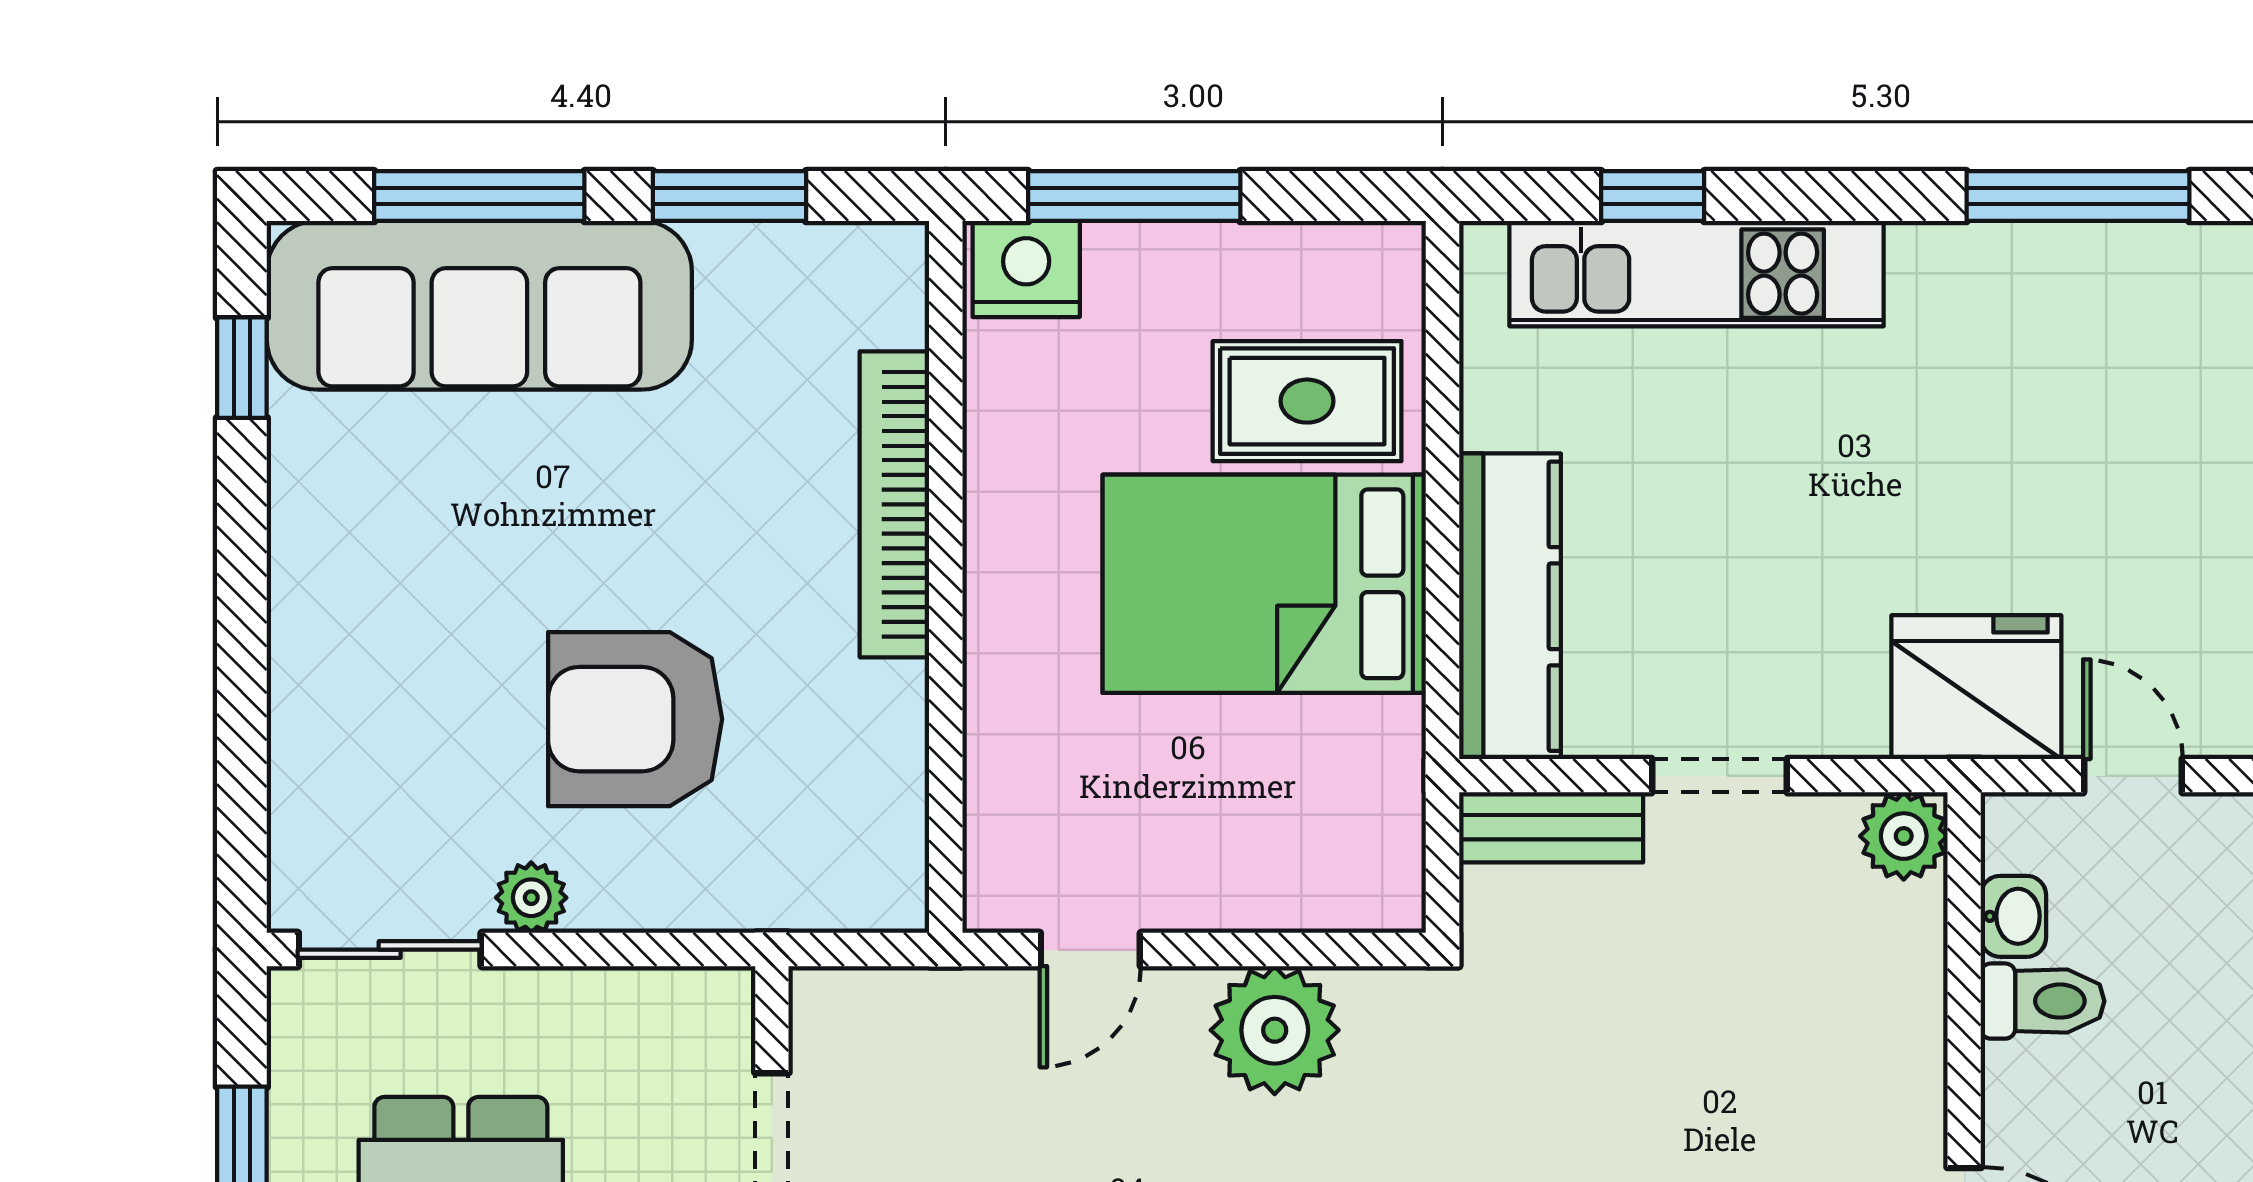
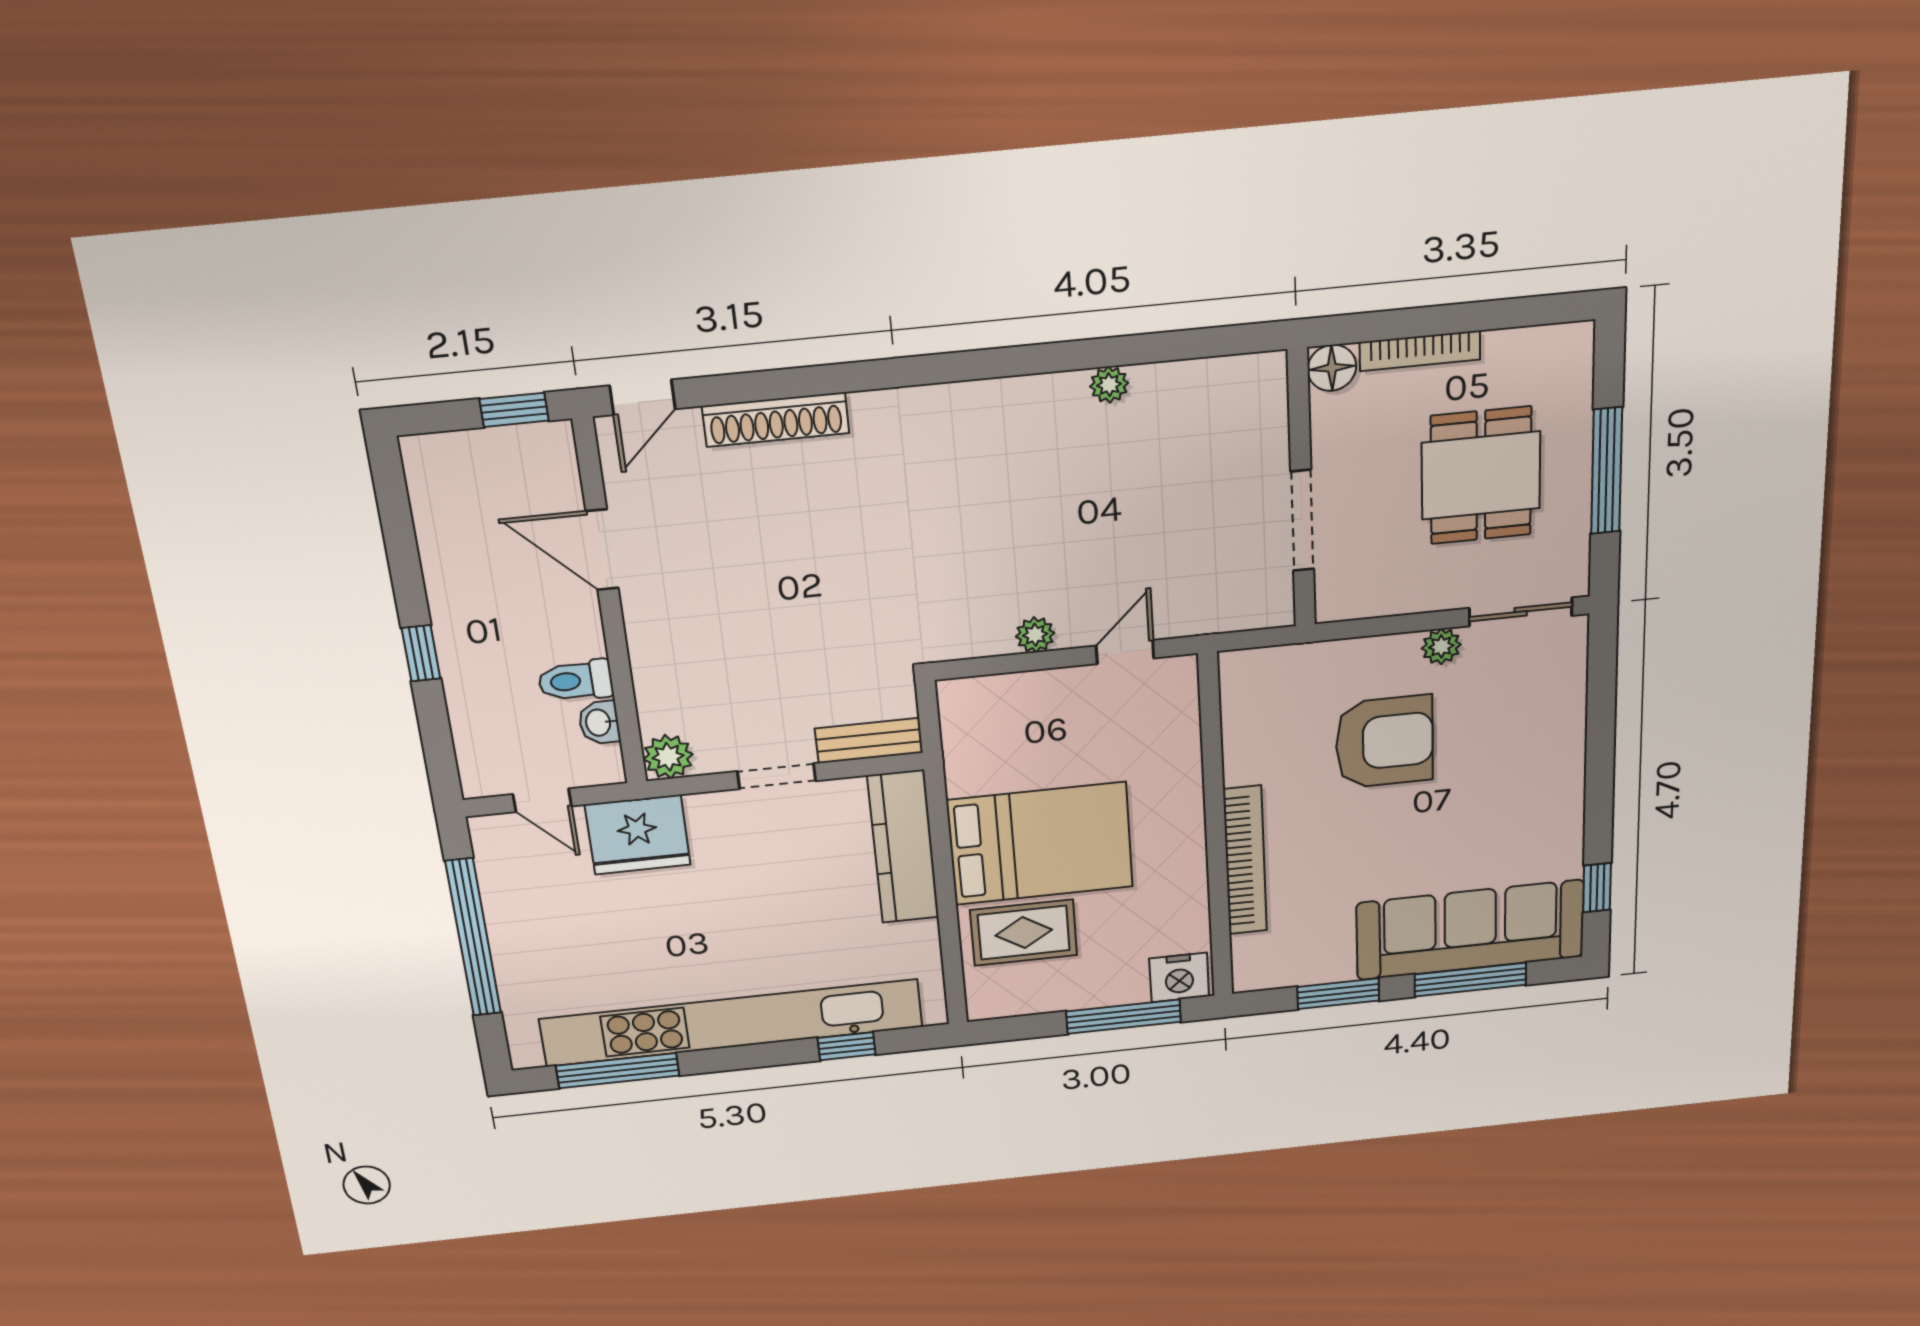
kitchen unit: (1697, 274) -> (732, 1023), width x1.86
plant: (1275, 1030) -> (1035, 635), width x0.53, depth x0.53

